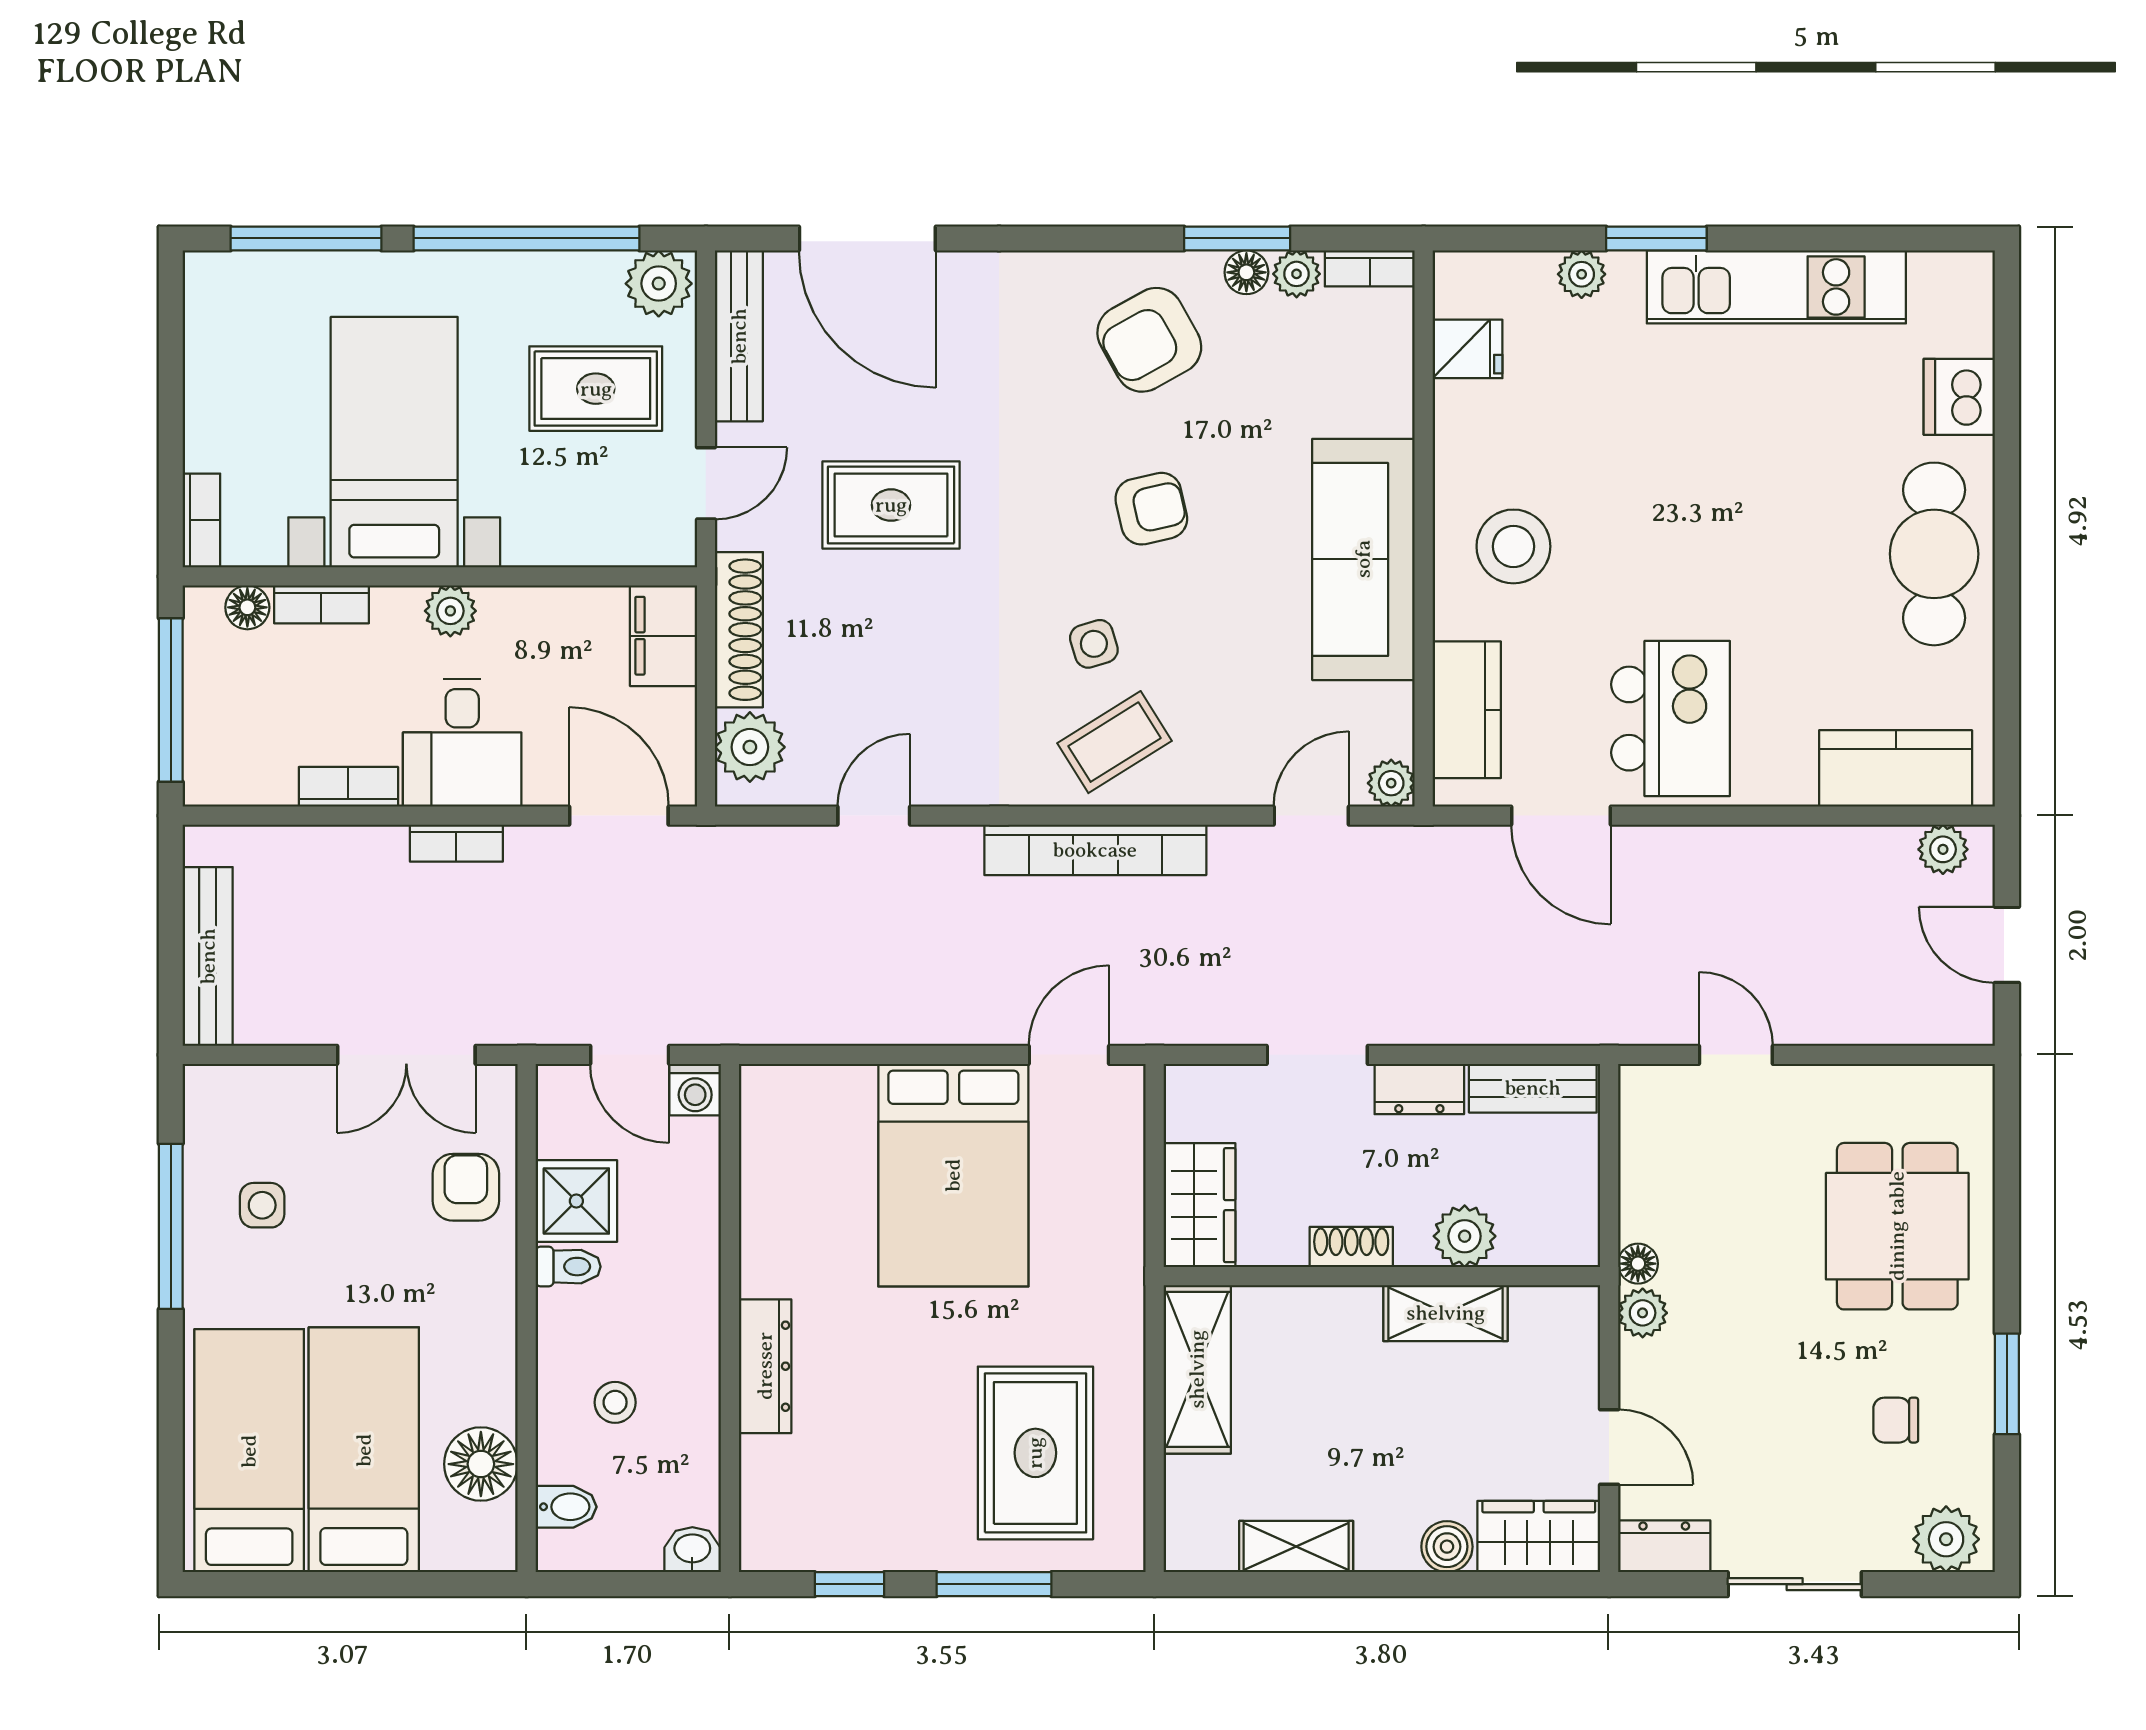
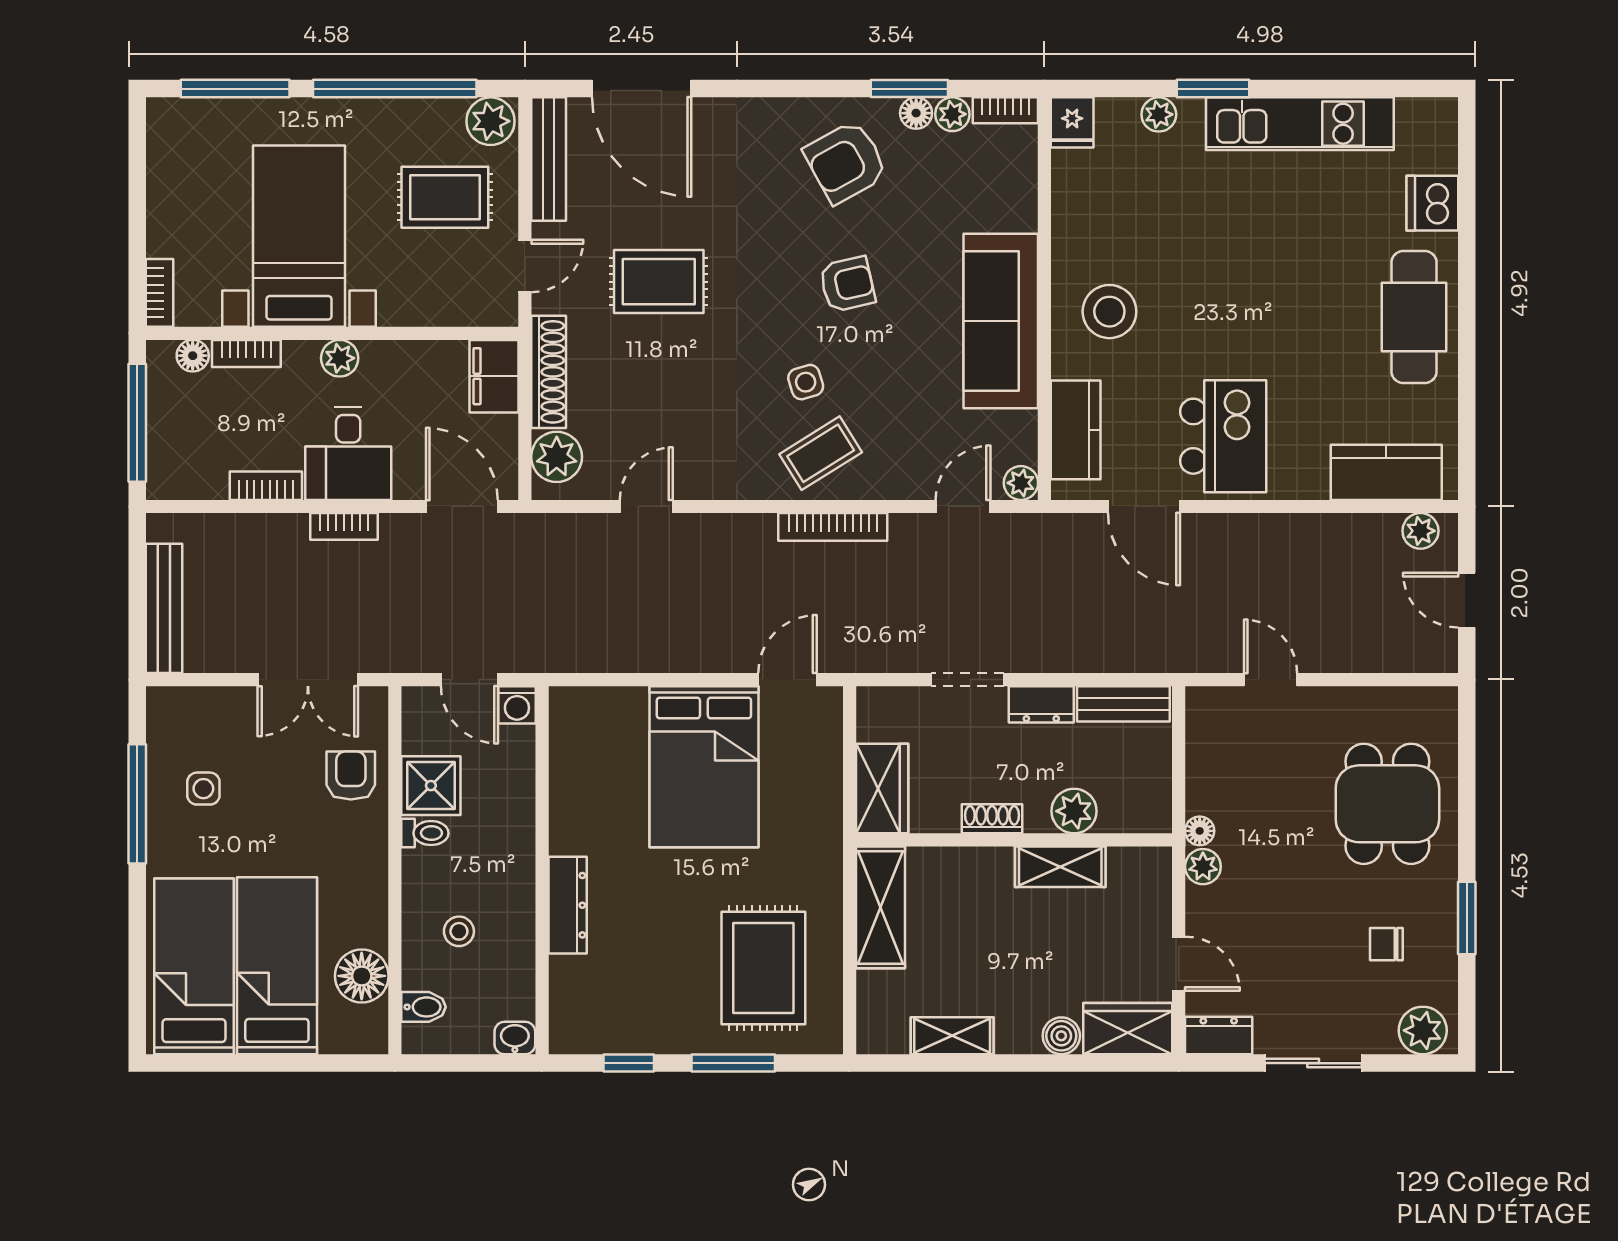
fridge: (1468, 349) -> (1072, 122), moved, turned 90
bookcase: (1095, 850) -> (833, 527), width x0.68, depth x0.76

